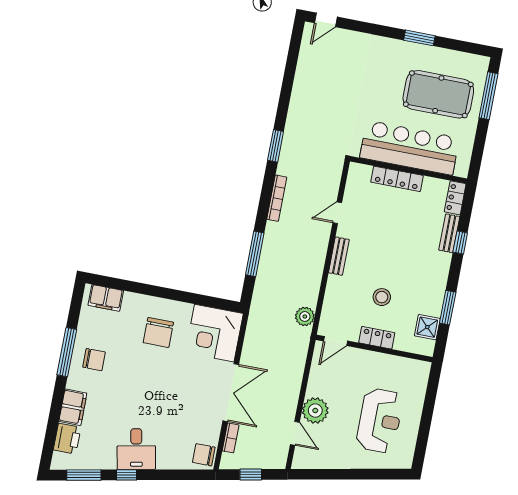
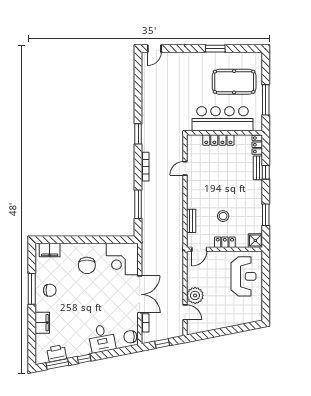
window: (488, 96) -> (266, 100), moved
bench: (339, 256) -> (191, 221), moved
plant: (305, 316) -> (177, 238), removed
shower: (427, 327) -> (255, 241), moved
reception desk: (380, 421) -> (243, 276), moved
printer: (67, 439) -> (57, 353), moved, turned -101
desk: (136, 449) -> (102, 338), moved

